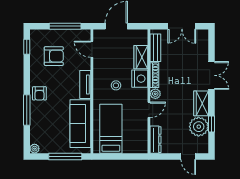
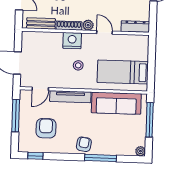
wardrobe: (141, 57) -> (50, 39), removed
tv unit: (85, 85) -> (70, 97), width x1.41
armchair: (39, 93) -> (84, 144), turned -81

